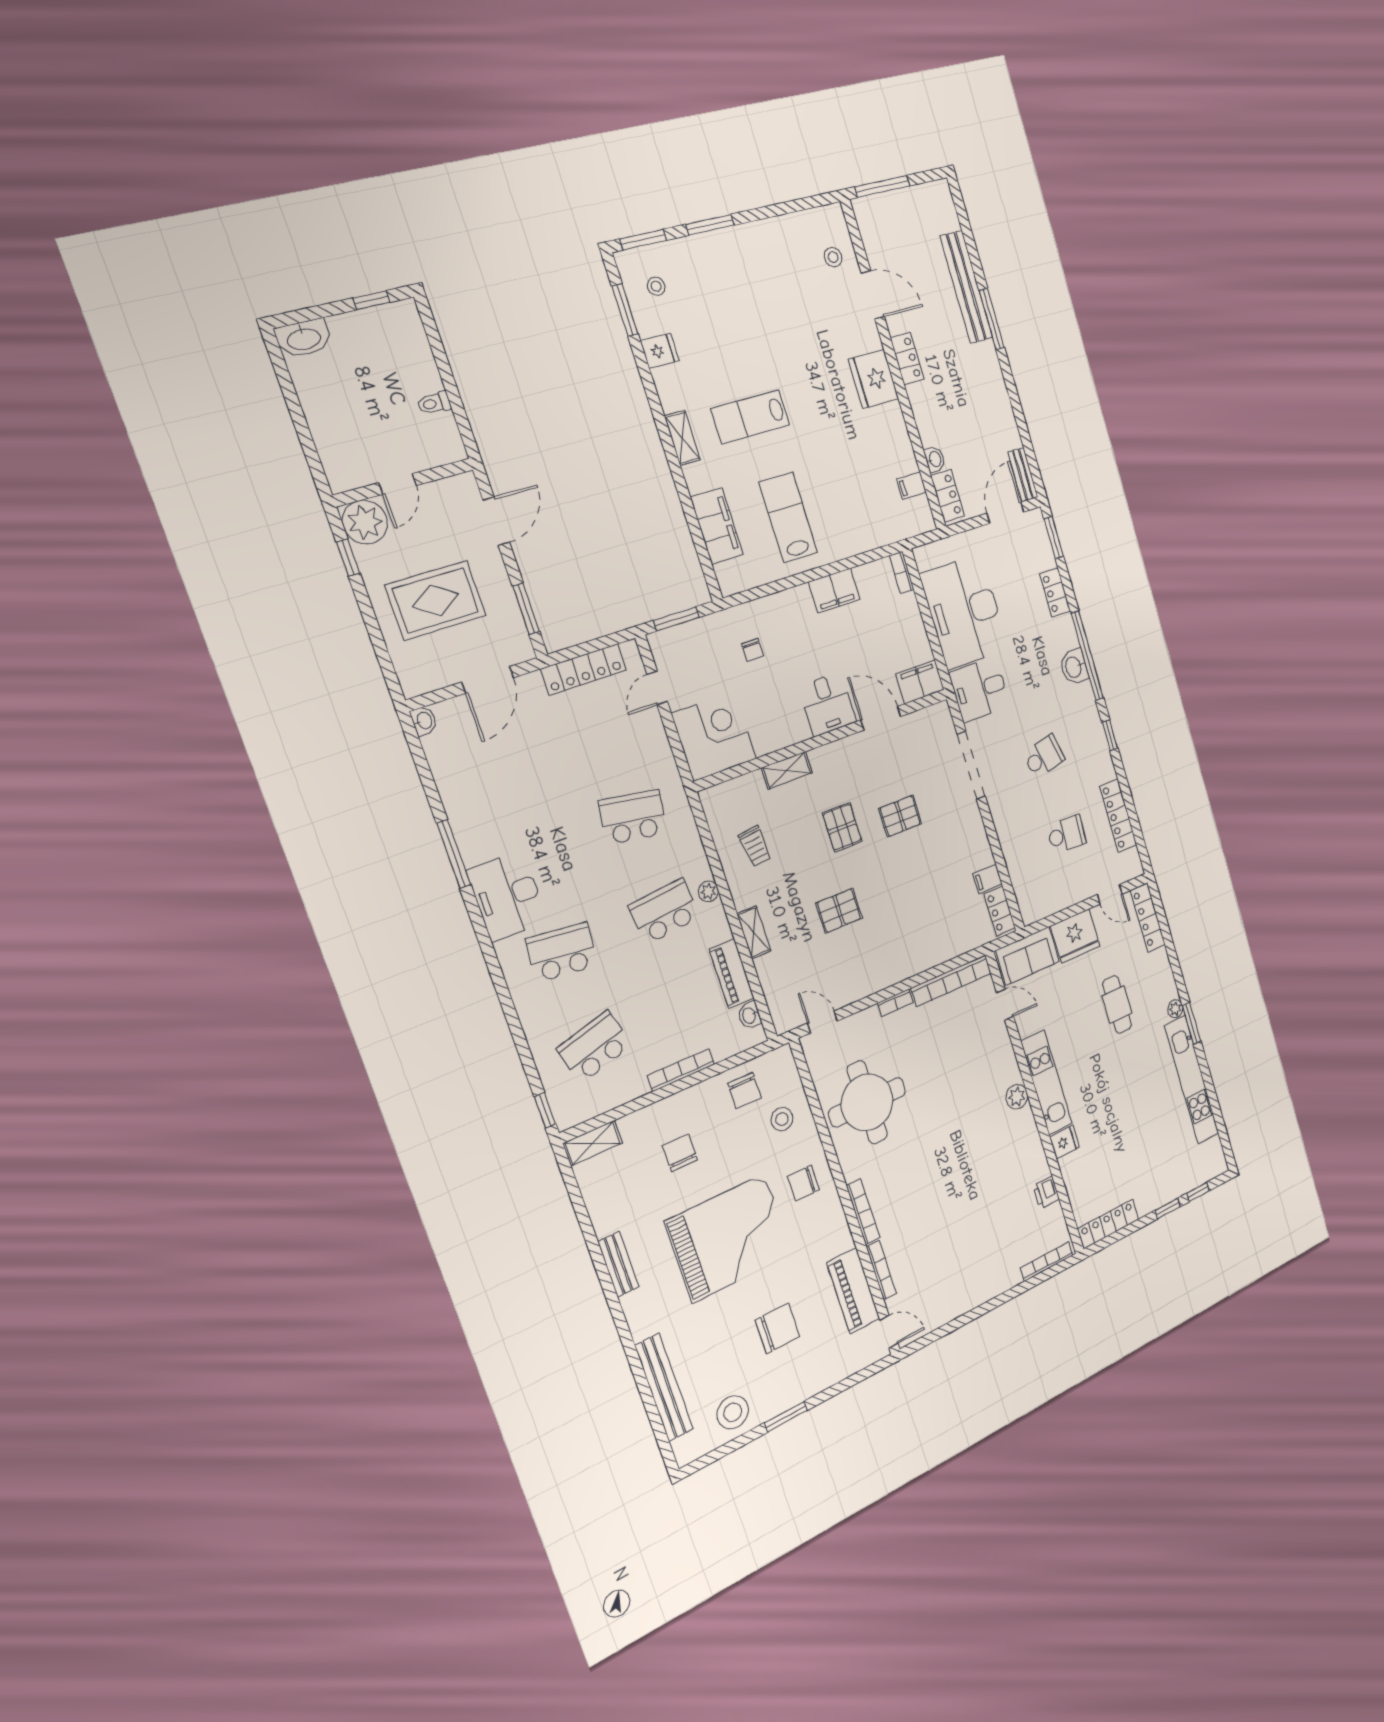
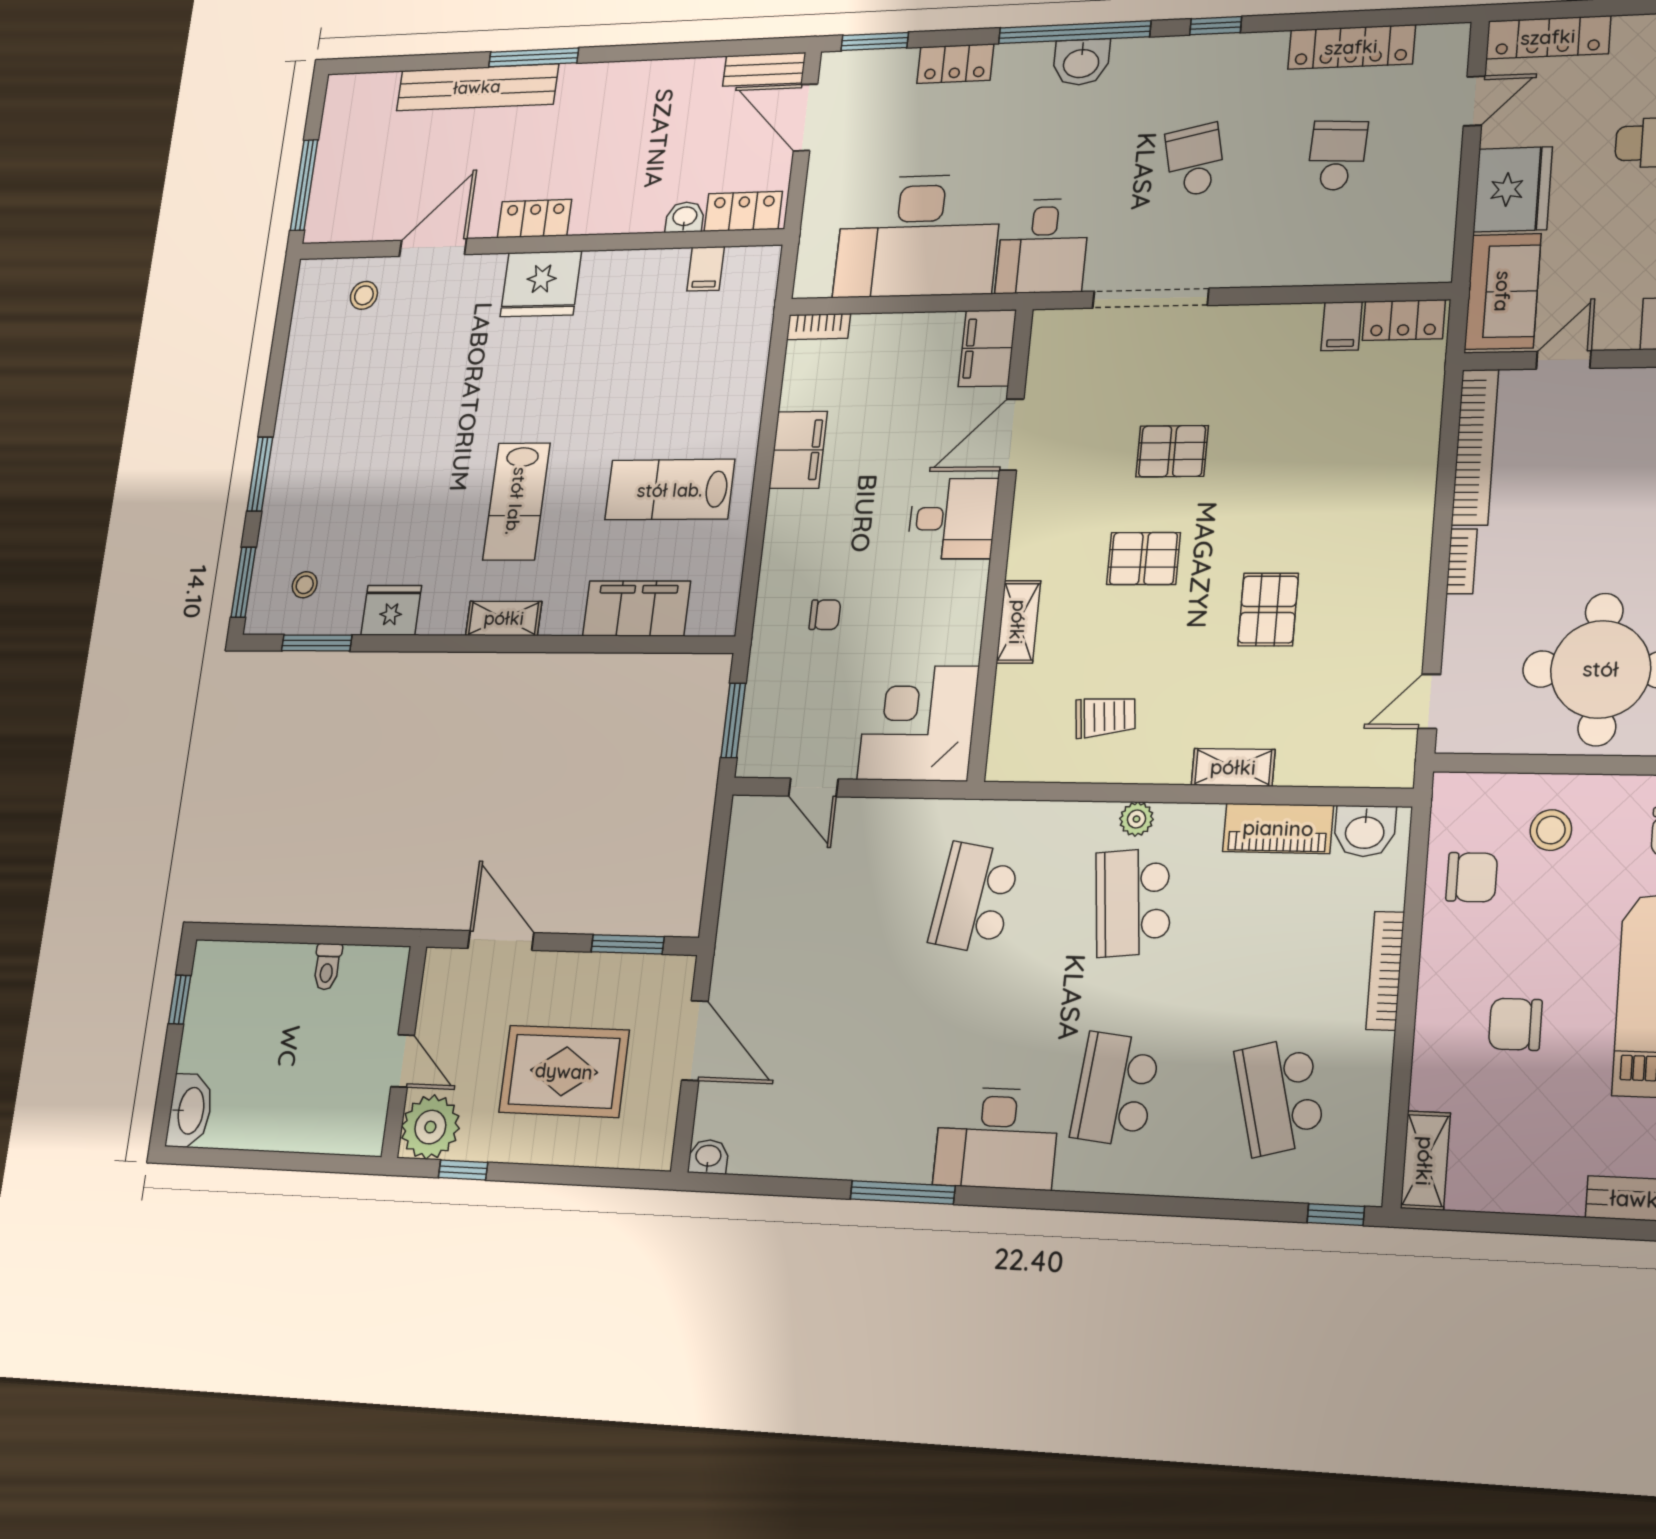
fridge: (660, 351) -> (391, 610), width x1.38
rug: (436, 600) -> (564, 1071), turned 90
locker: (584, 669) -> (741, 891), removed
pallet: (900, 816) -> (1172, 451), turned 90
washbasin: (750, 1015) -> (1365, 831), width x1.38, depth x1.45

